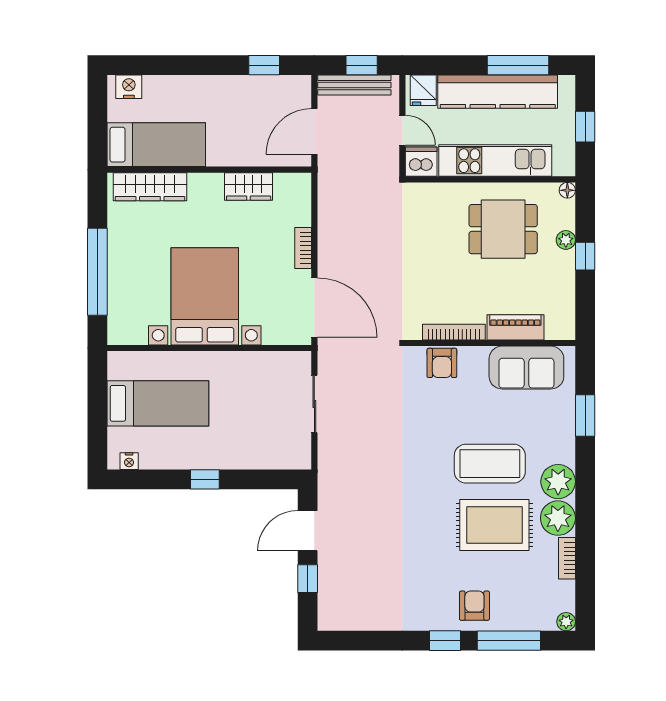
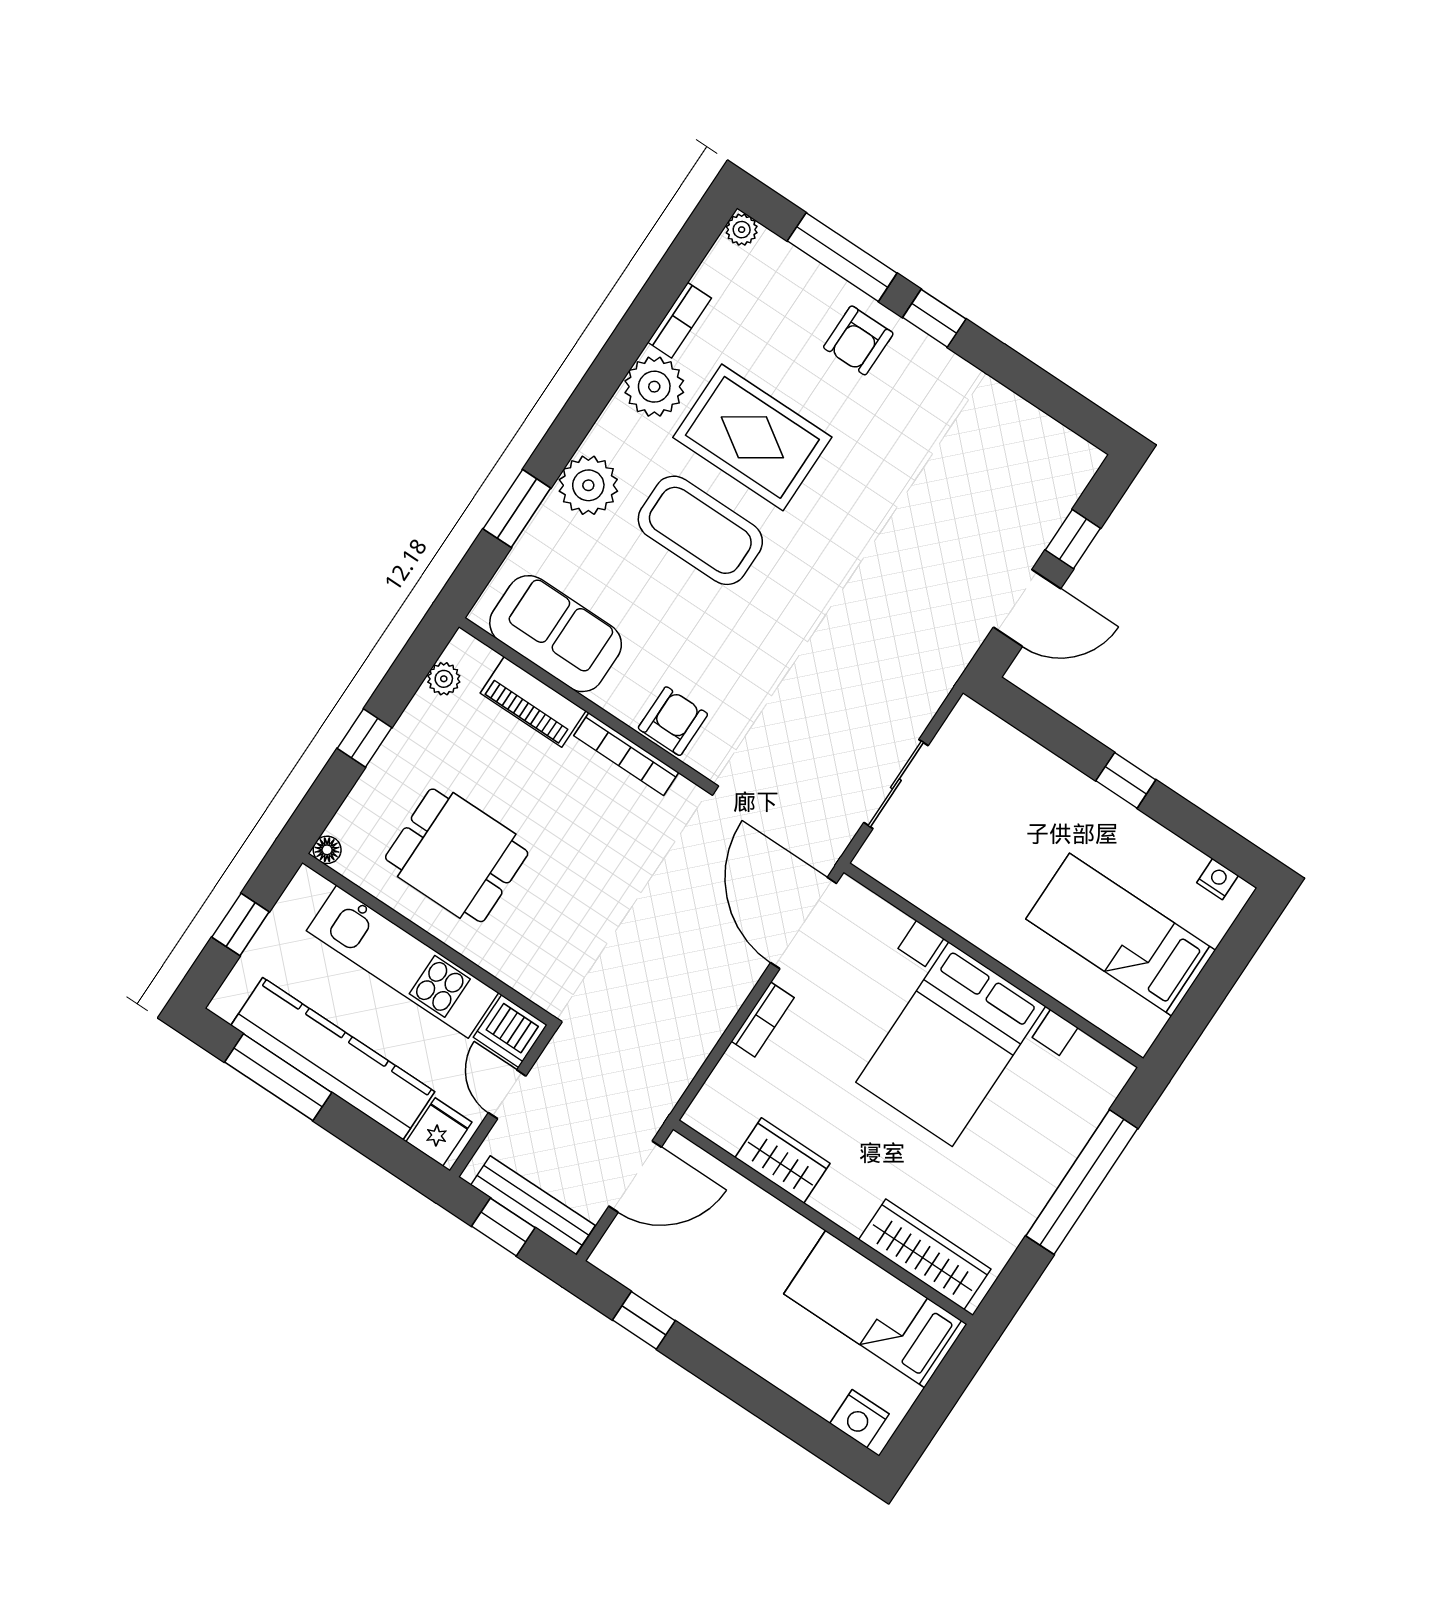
plant: (566, 240) -> (444, 679), moved
plant: (558, 482) -> (588, 485), moved

